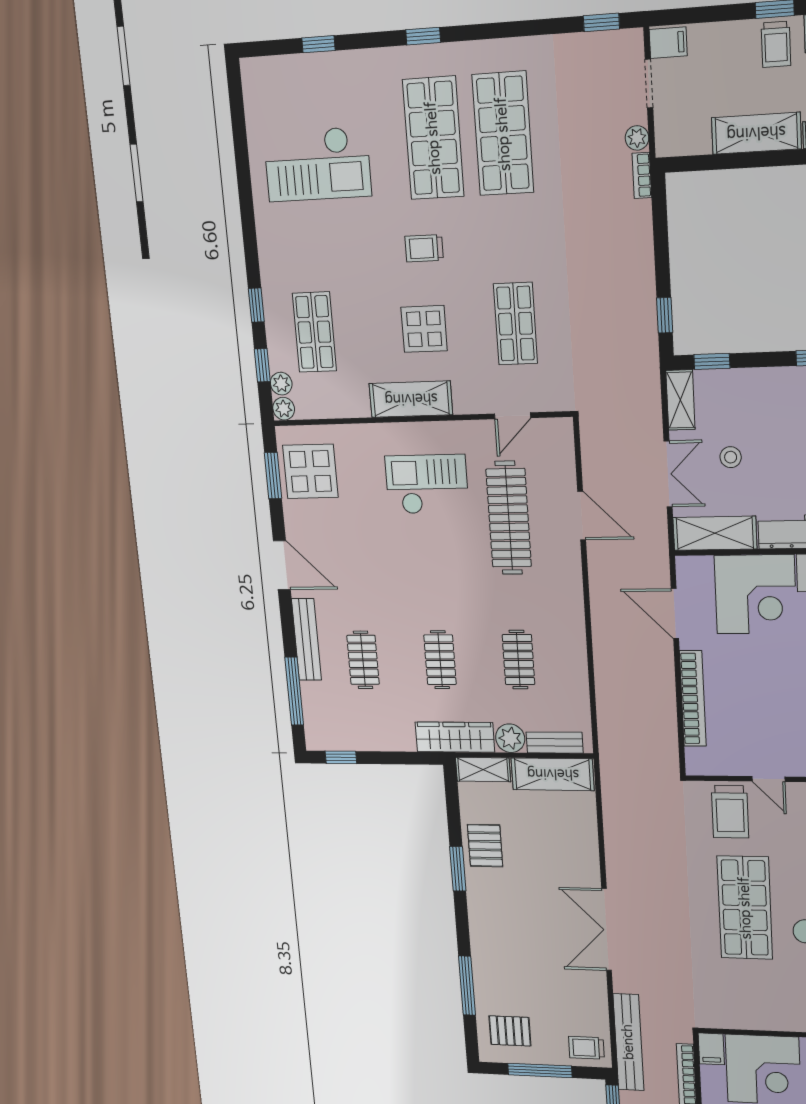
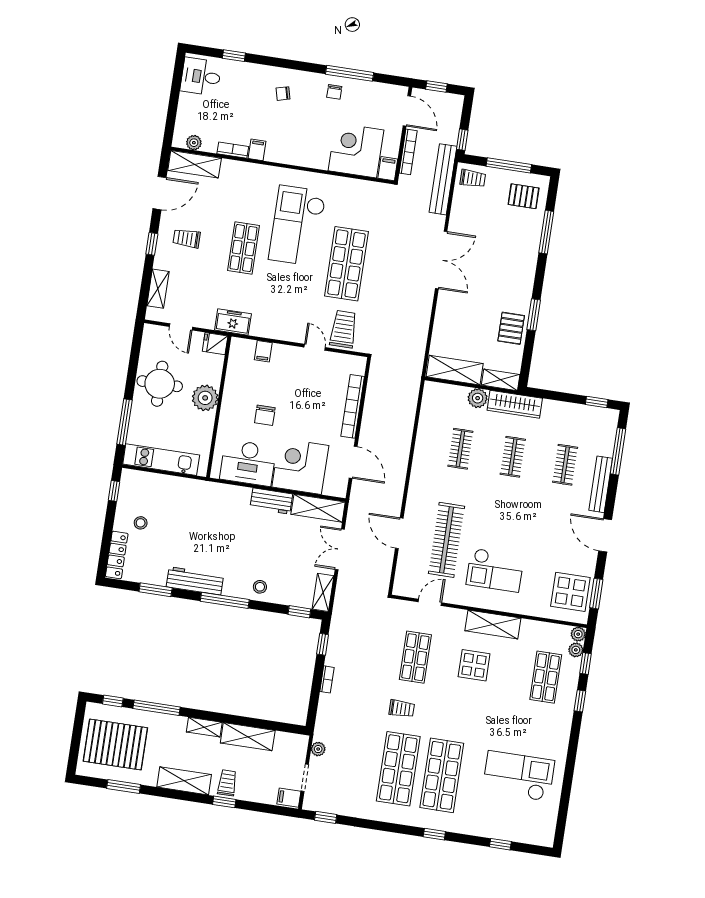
bookcase: (642, 175) -> (327, 679), moved
trolley: (424, 248) -> (402, 709), moved
stool: (731, 457) -> (260, 587), moved
bench: (555, 743) -> (449, 391), removed

